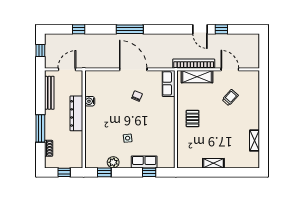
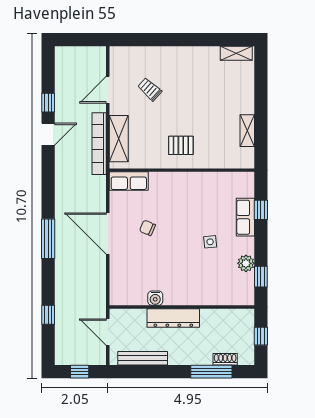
door: (133, 69) -> (108, 234), hinge flipped
window: (40, 128) -> (211, 372), moved
shelving: (255, 141) -> (236, 53), moved
shelving: (213, 163) -> (247, 131), moved

